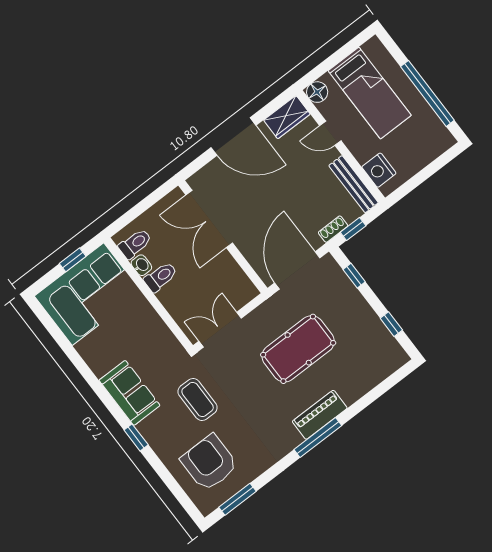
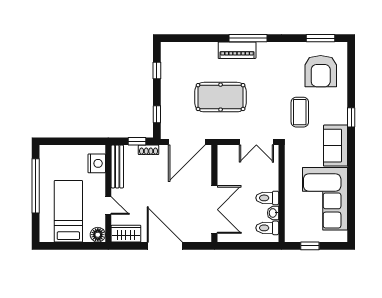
corner sofa: (88, 294) -> (325, 199), moved, turned -90

